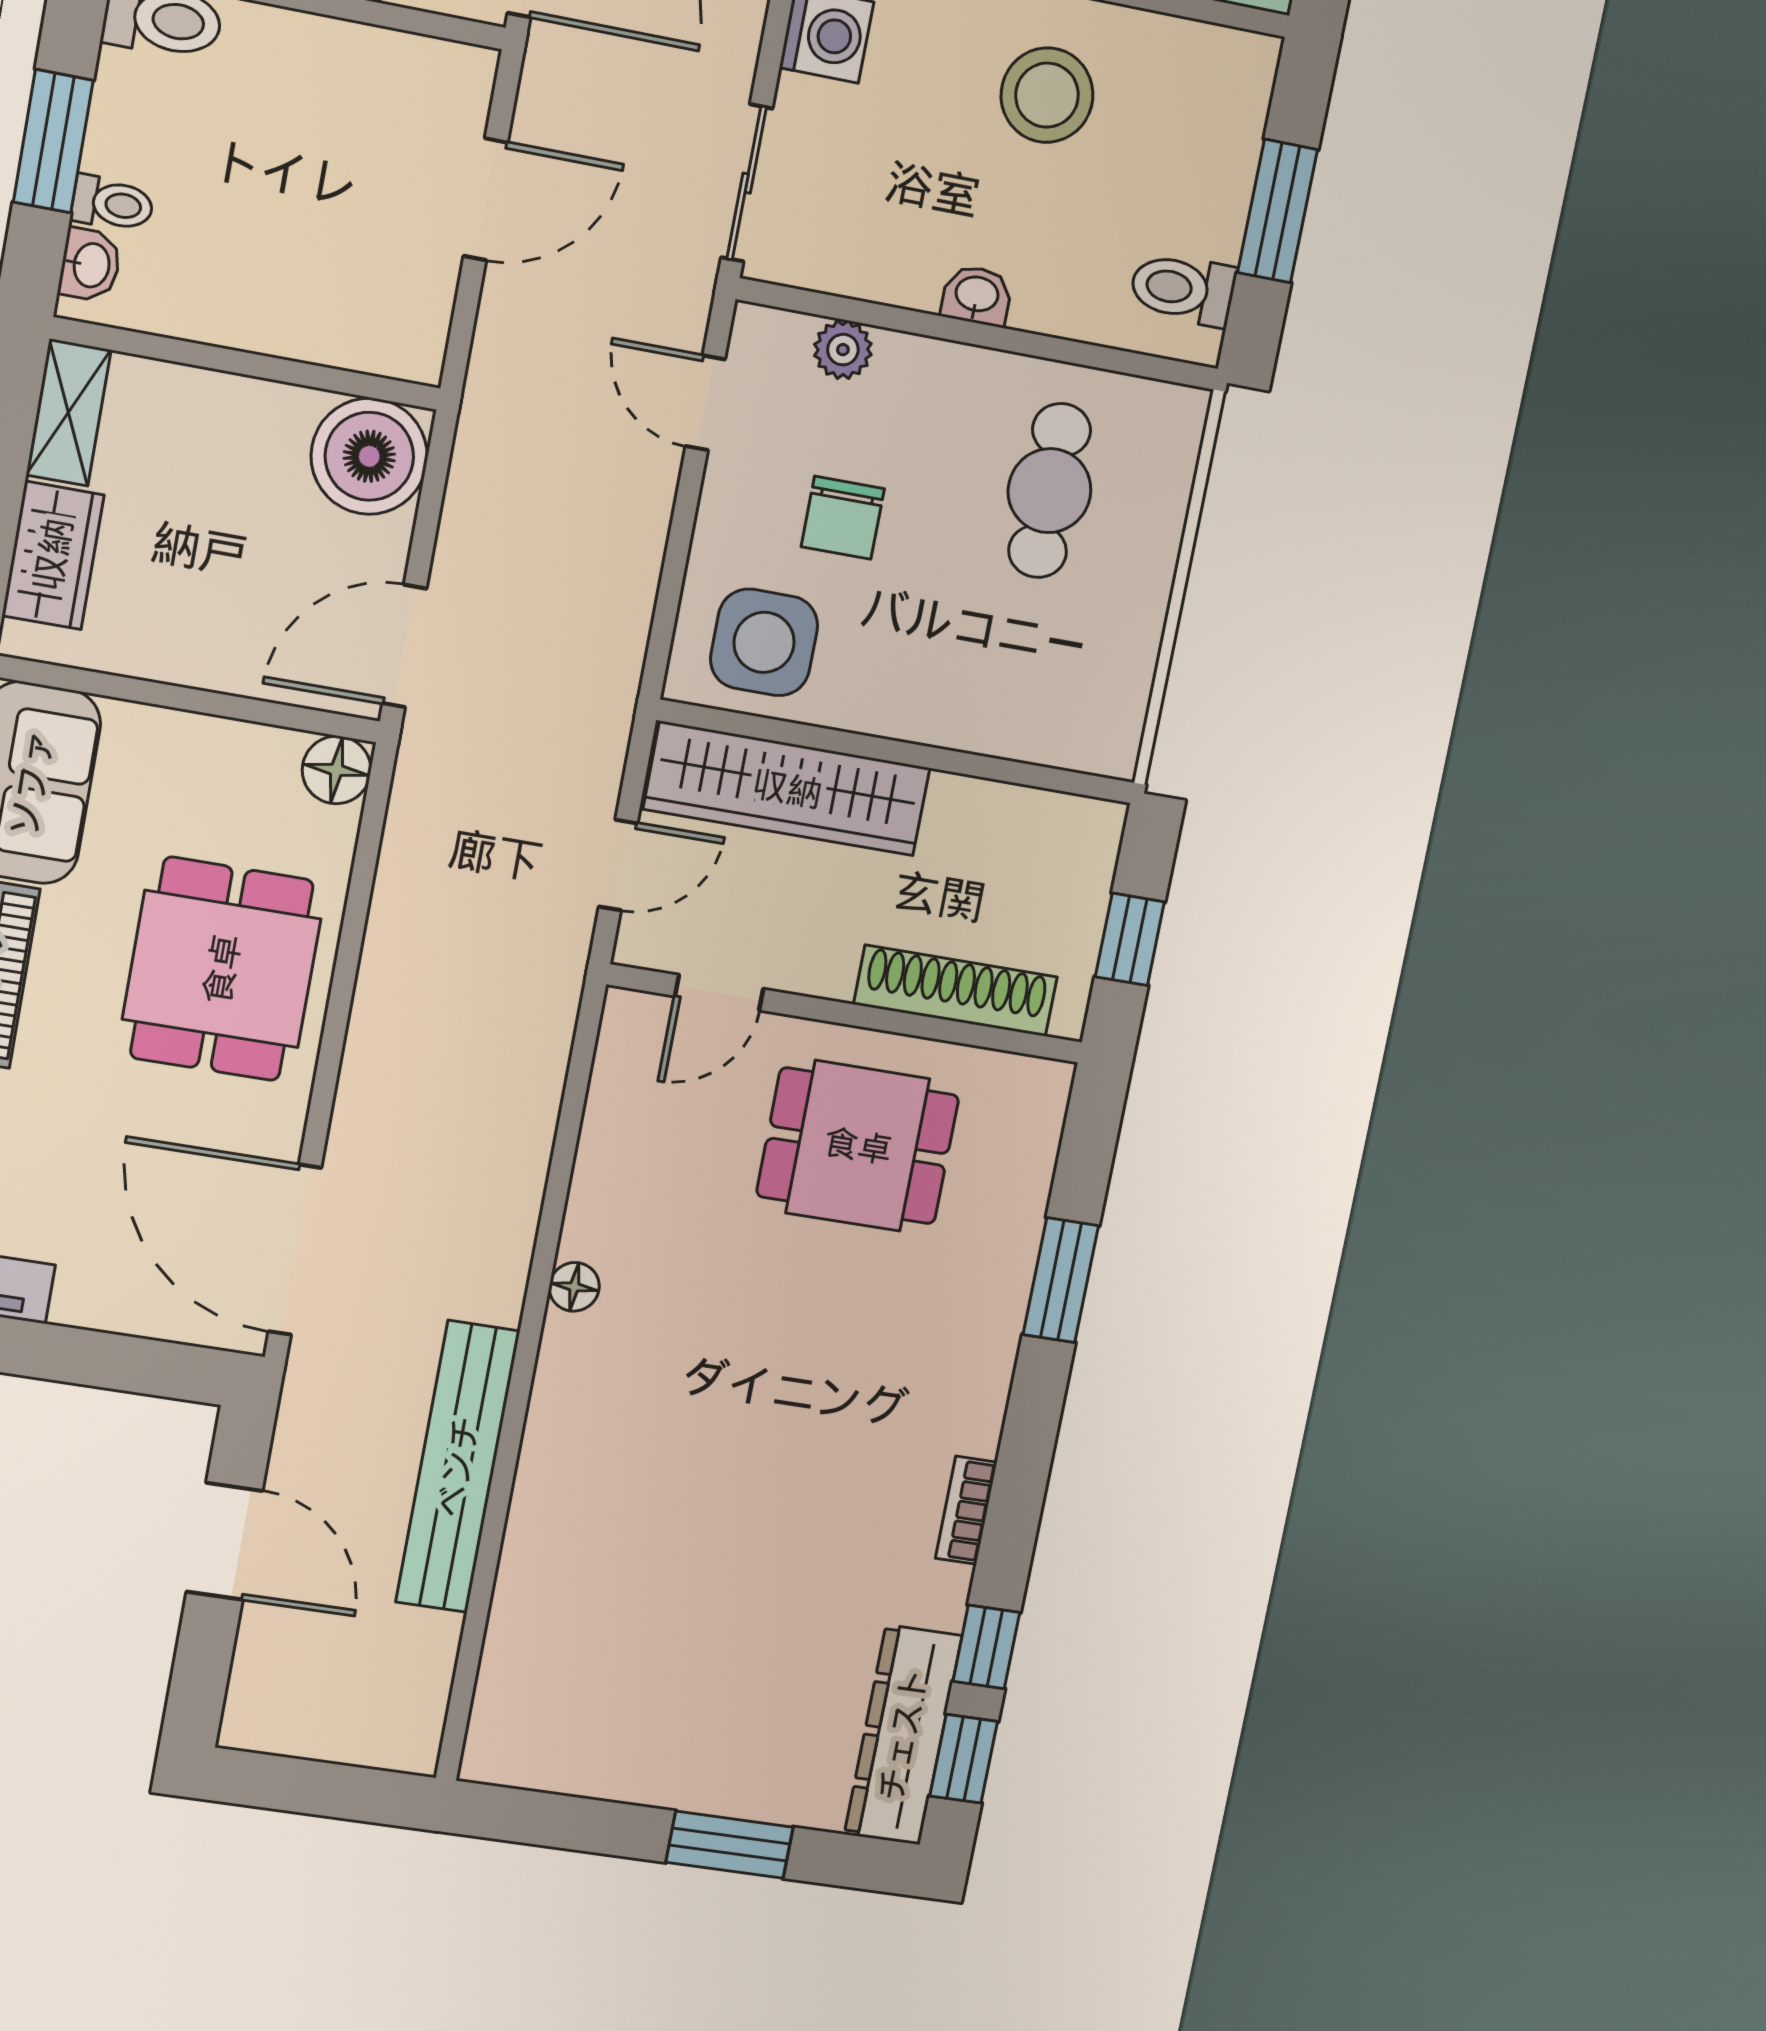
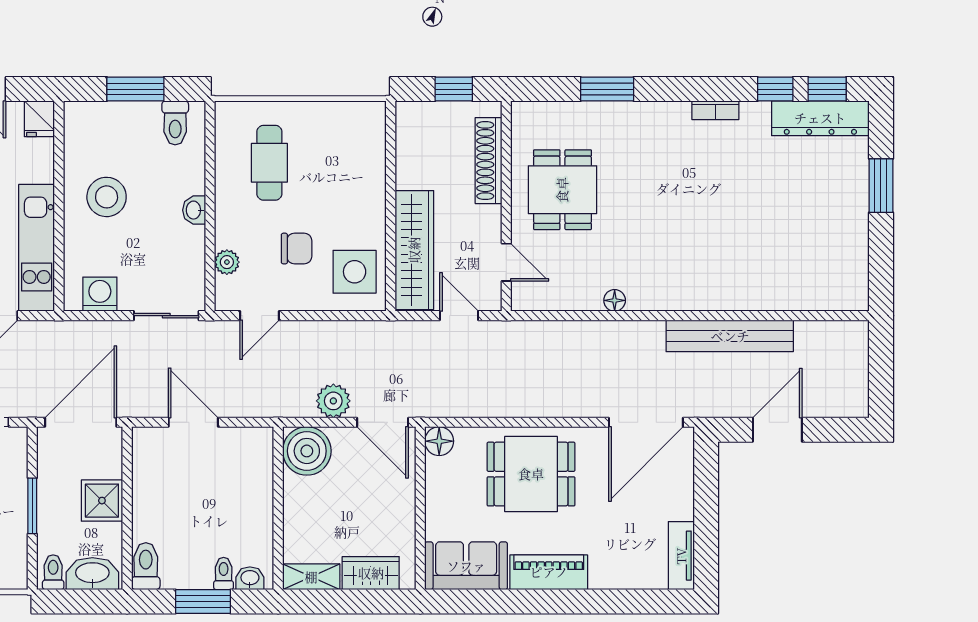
cafe table: (1050, 491) -> (269, 163), turned 90
plant: (475, 540) -> (333, 401), added
floor lamp: (574, 1287) -> (615, 300), moved

